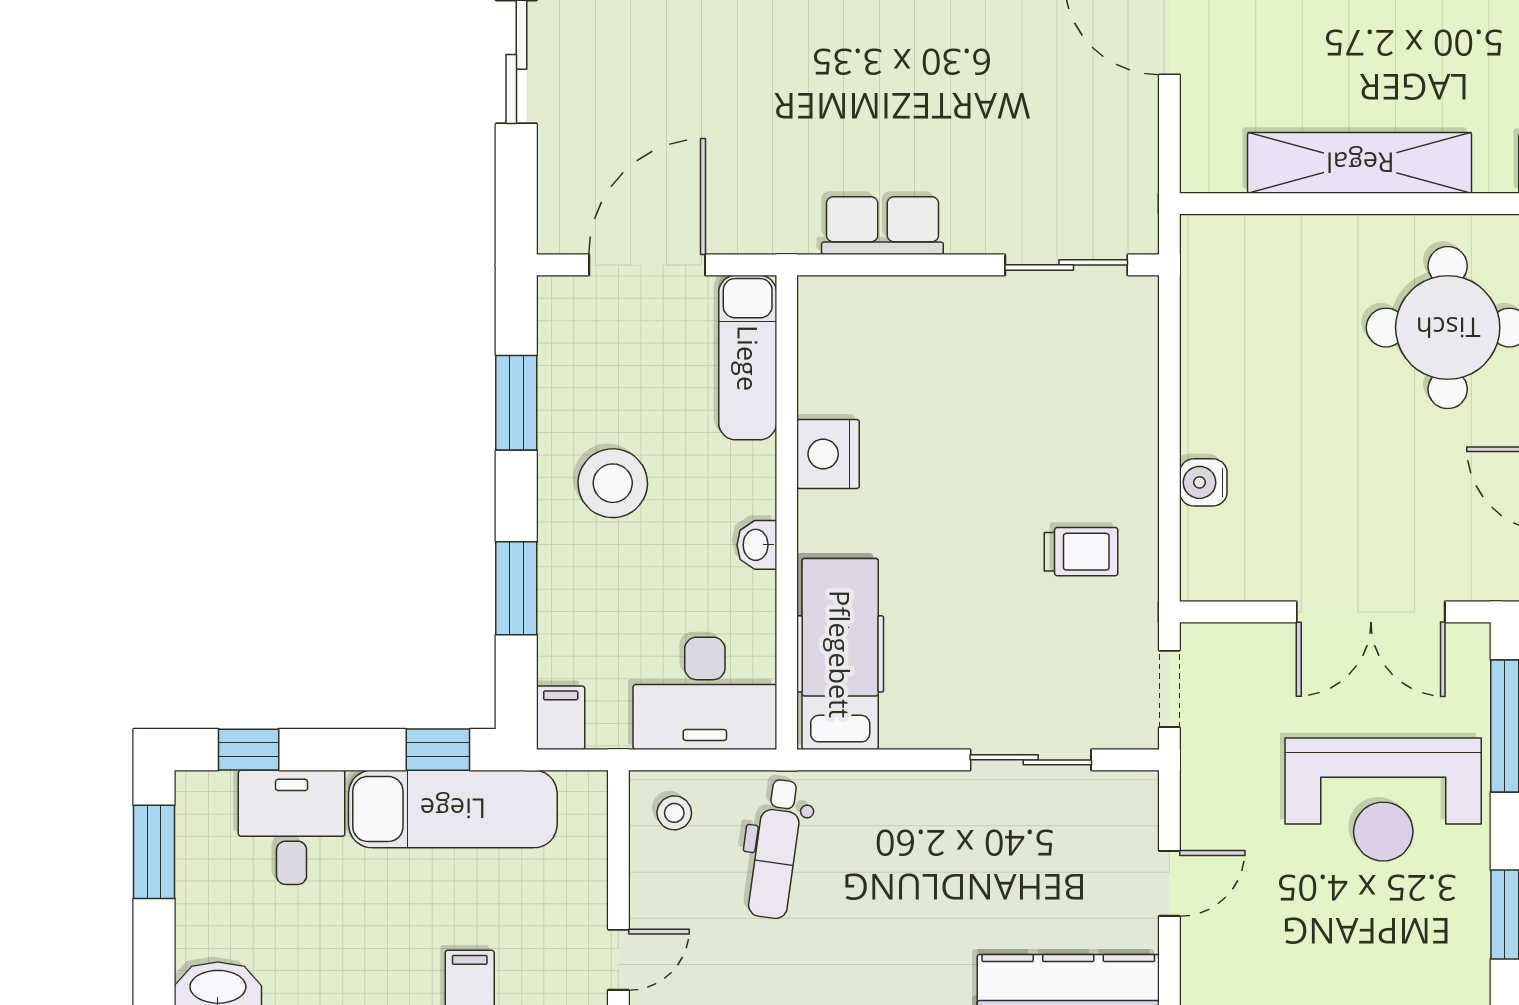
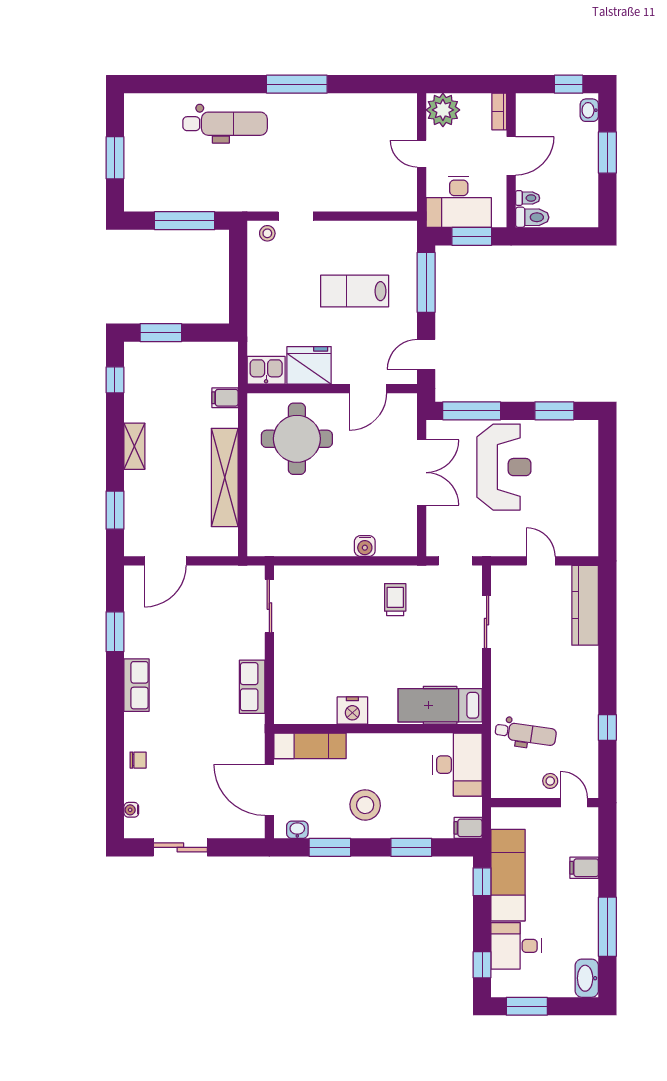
washbasin: (757, 545) -> (297, 830), moved, turned 180
stool: (674, 813) -> (550, 781), moved

